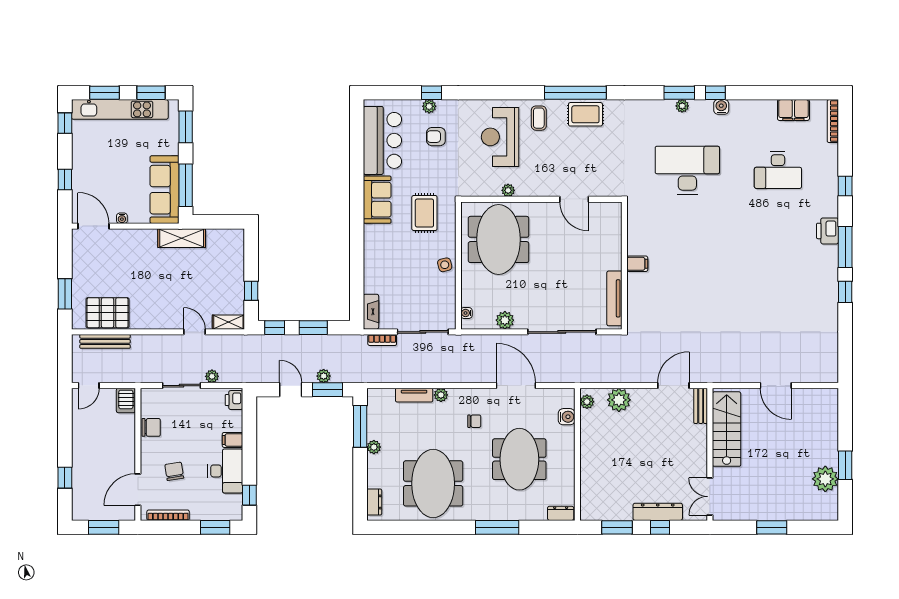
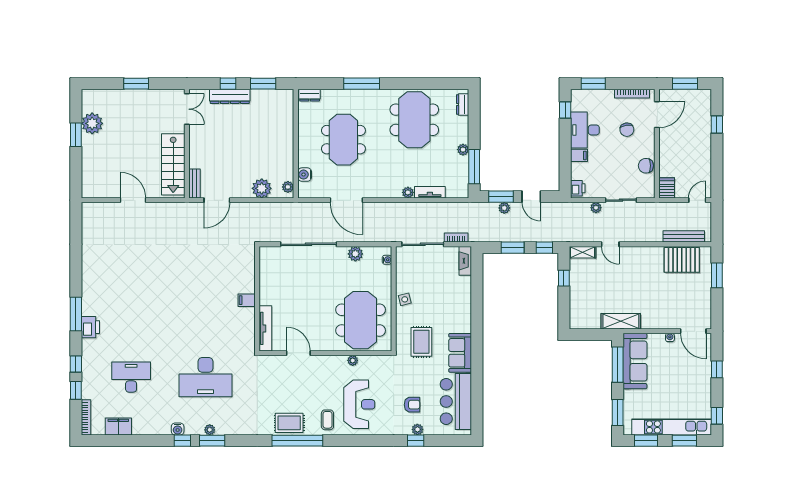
window: (845, 292) -> (76, 390), moved
tv unit: (614, 298) -> (265, 328), moved
chair: (474, 421) -> (380, 171), removed

